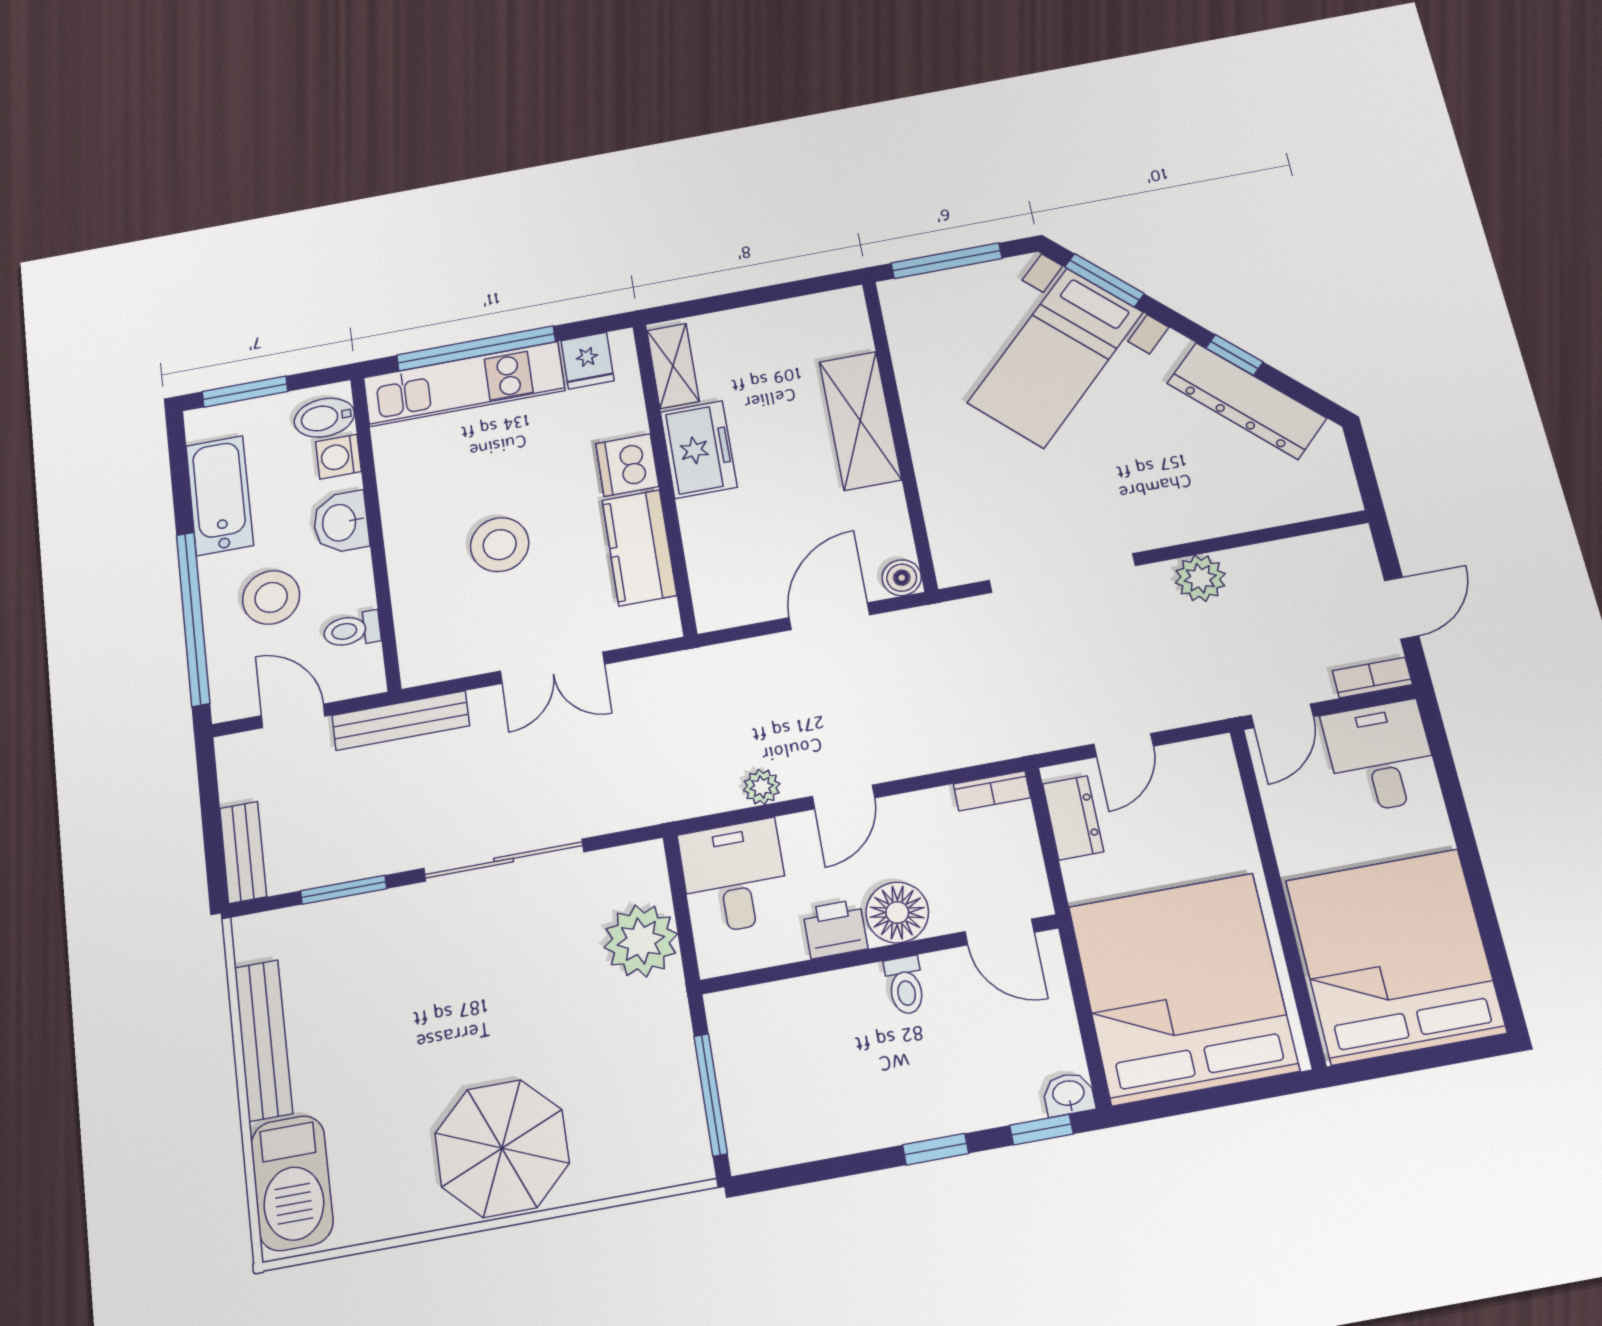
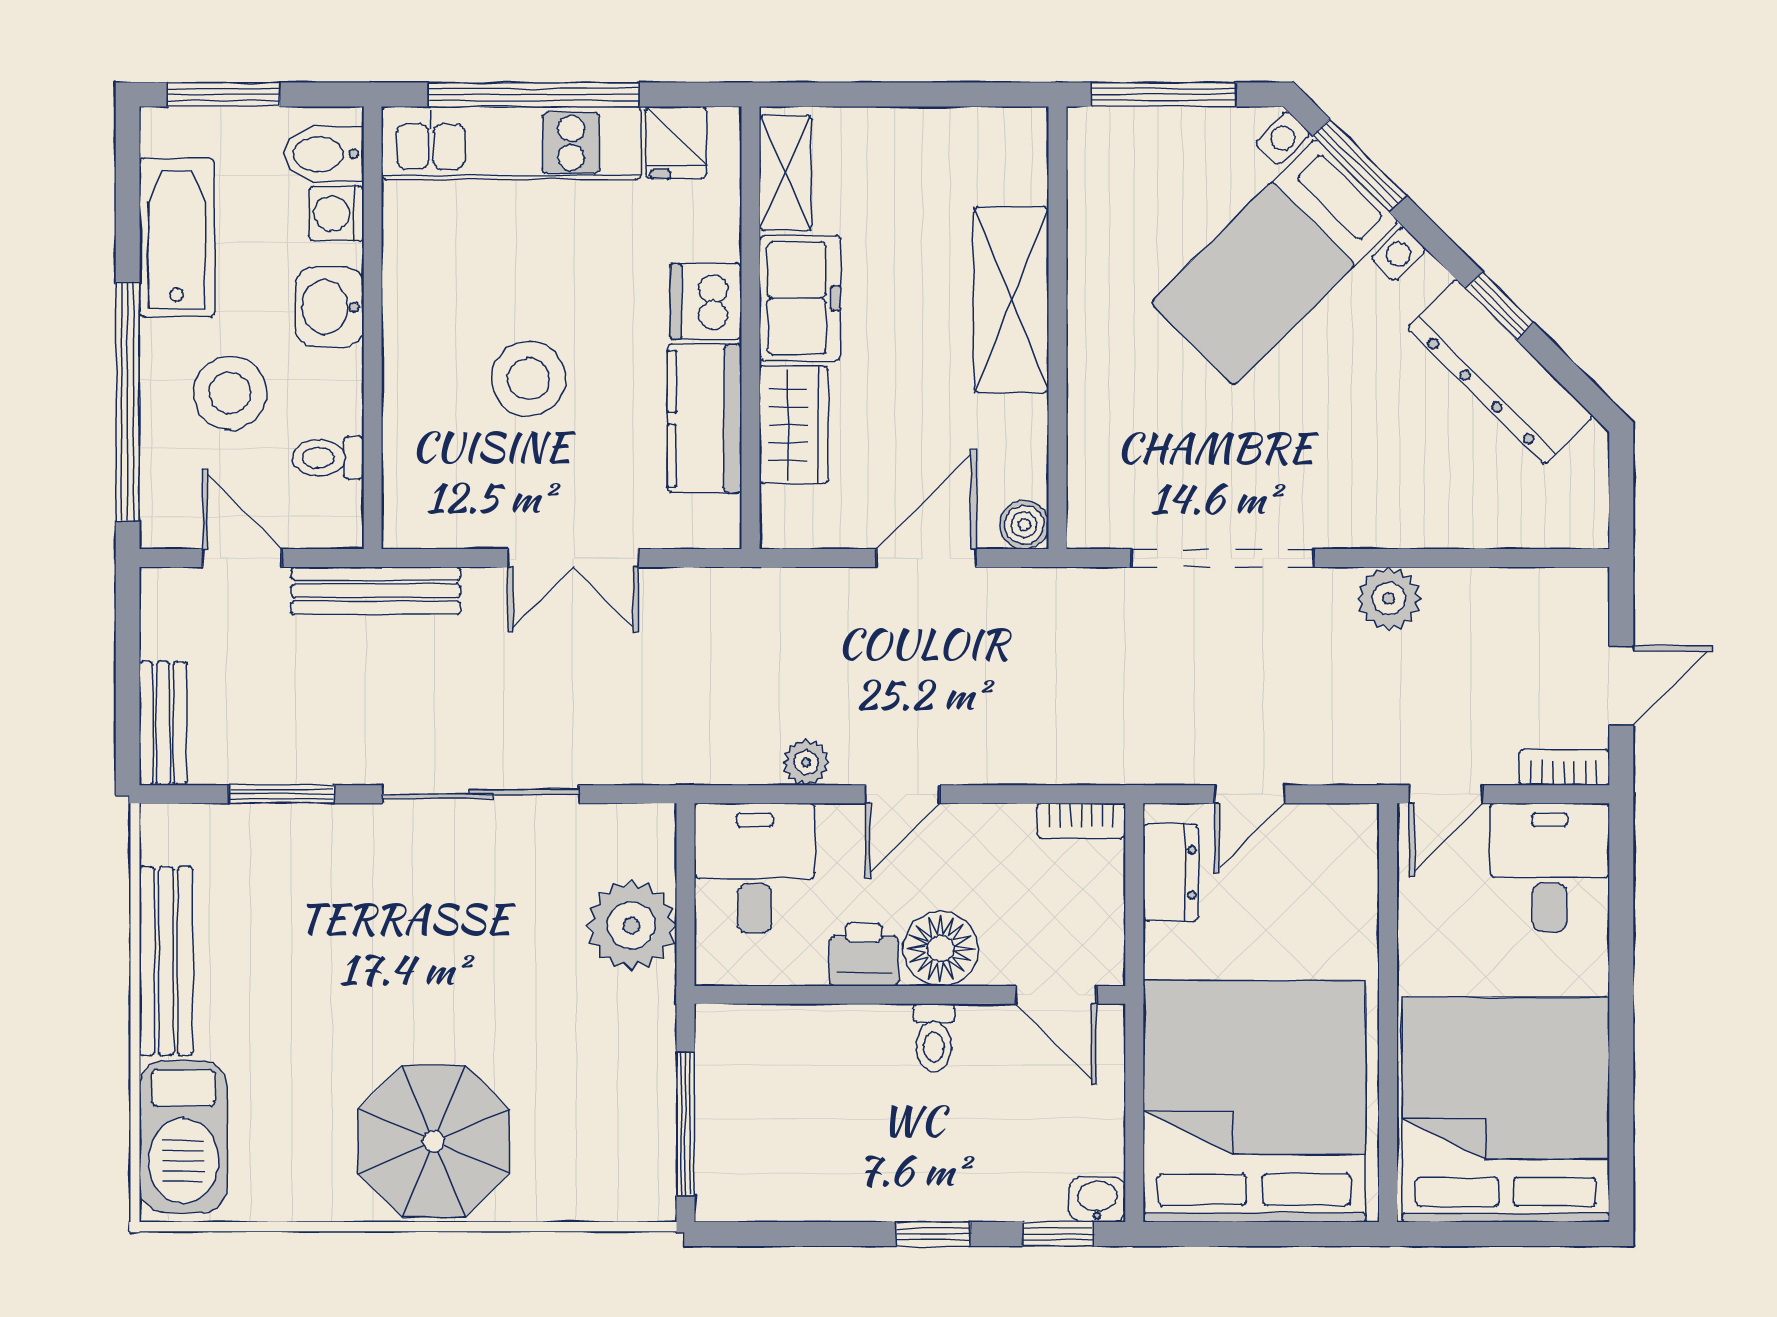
wardrobe: (709, 539) -> (794, 425), added

